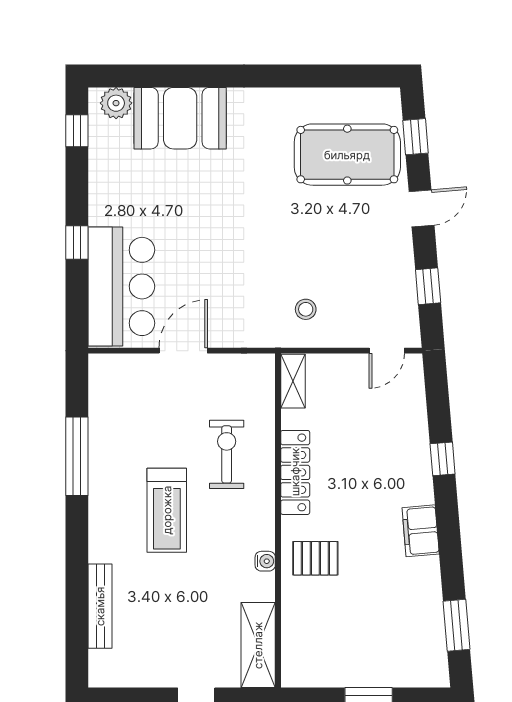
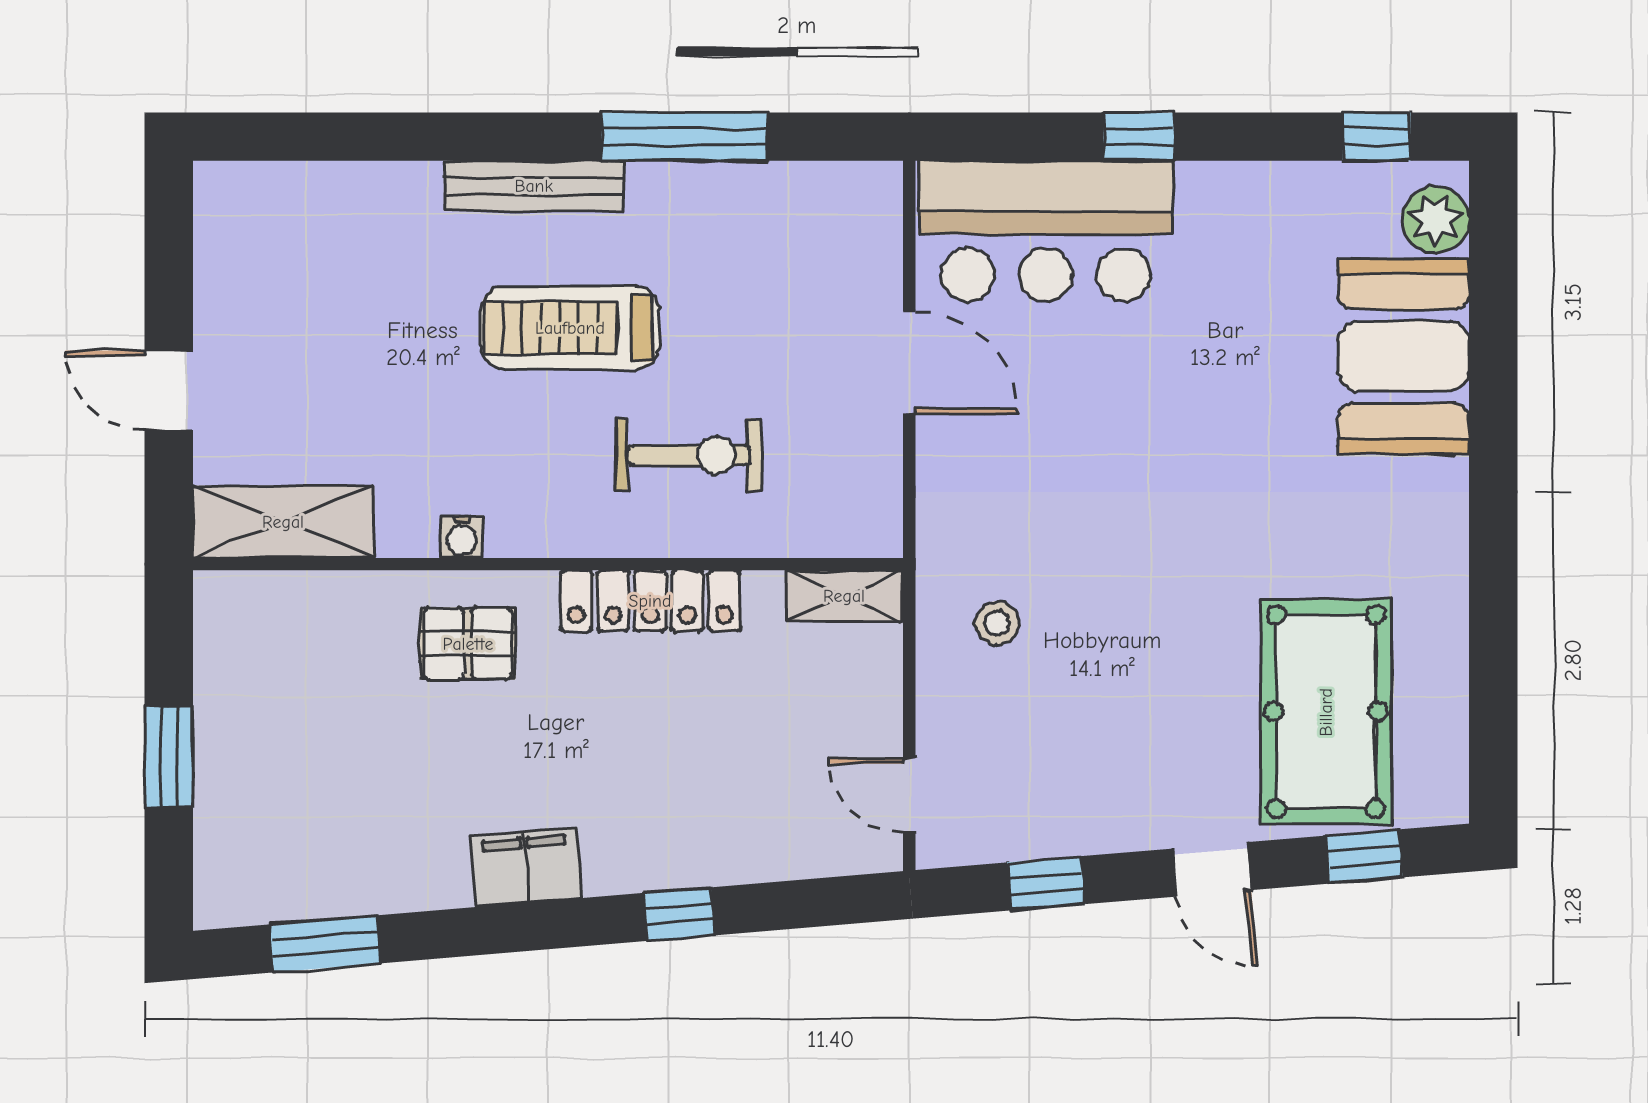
pallet: (315, 558) -> (468, 644), turned 90
bench: (100, 606) -> (534, 186), moved

